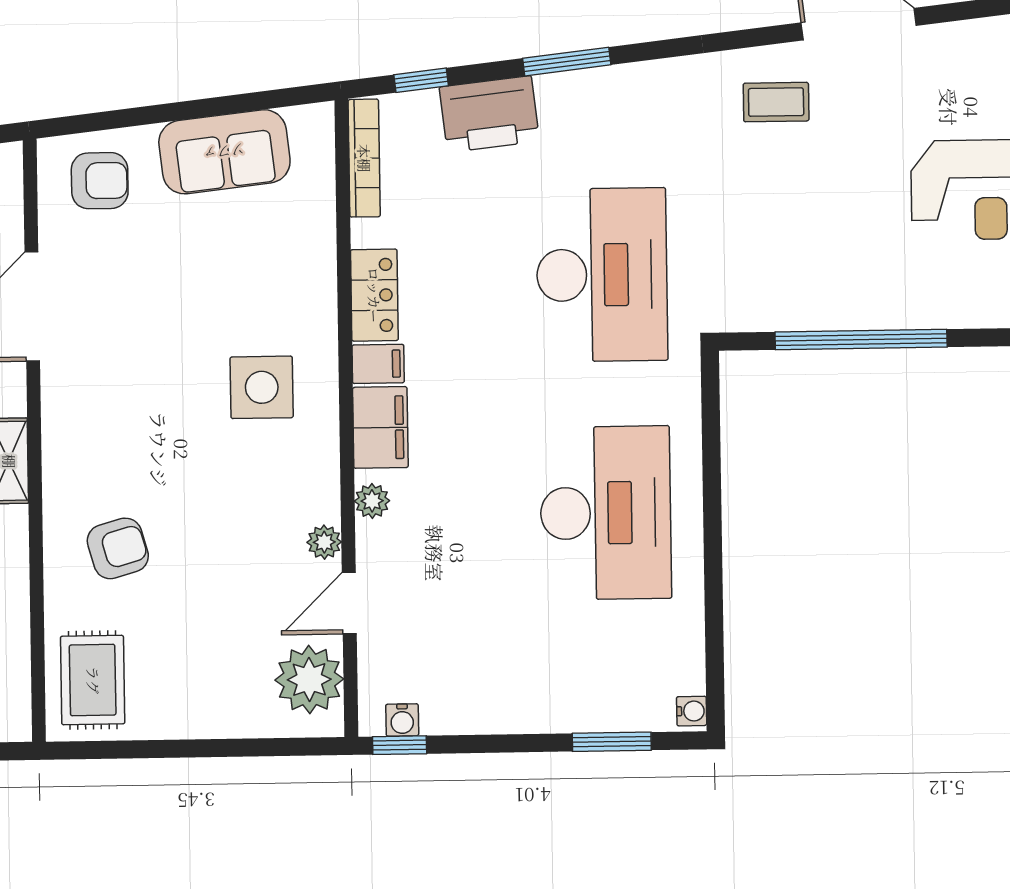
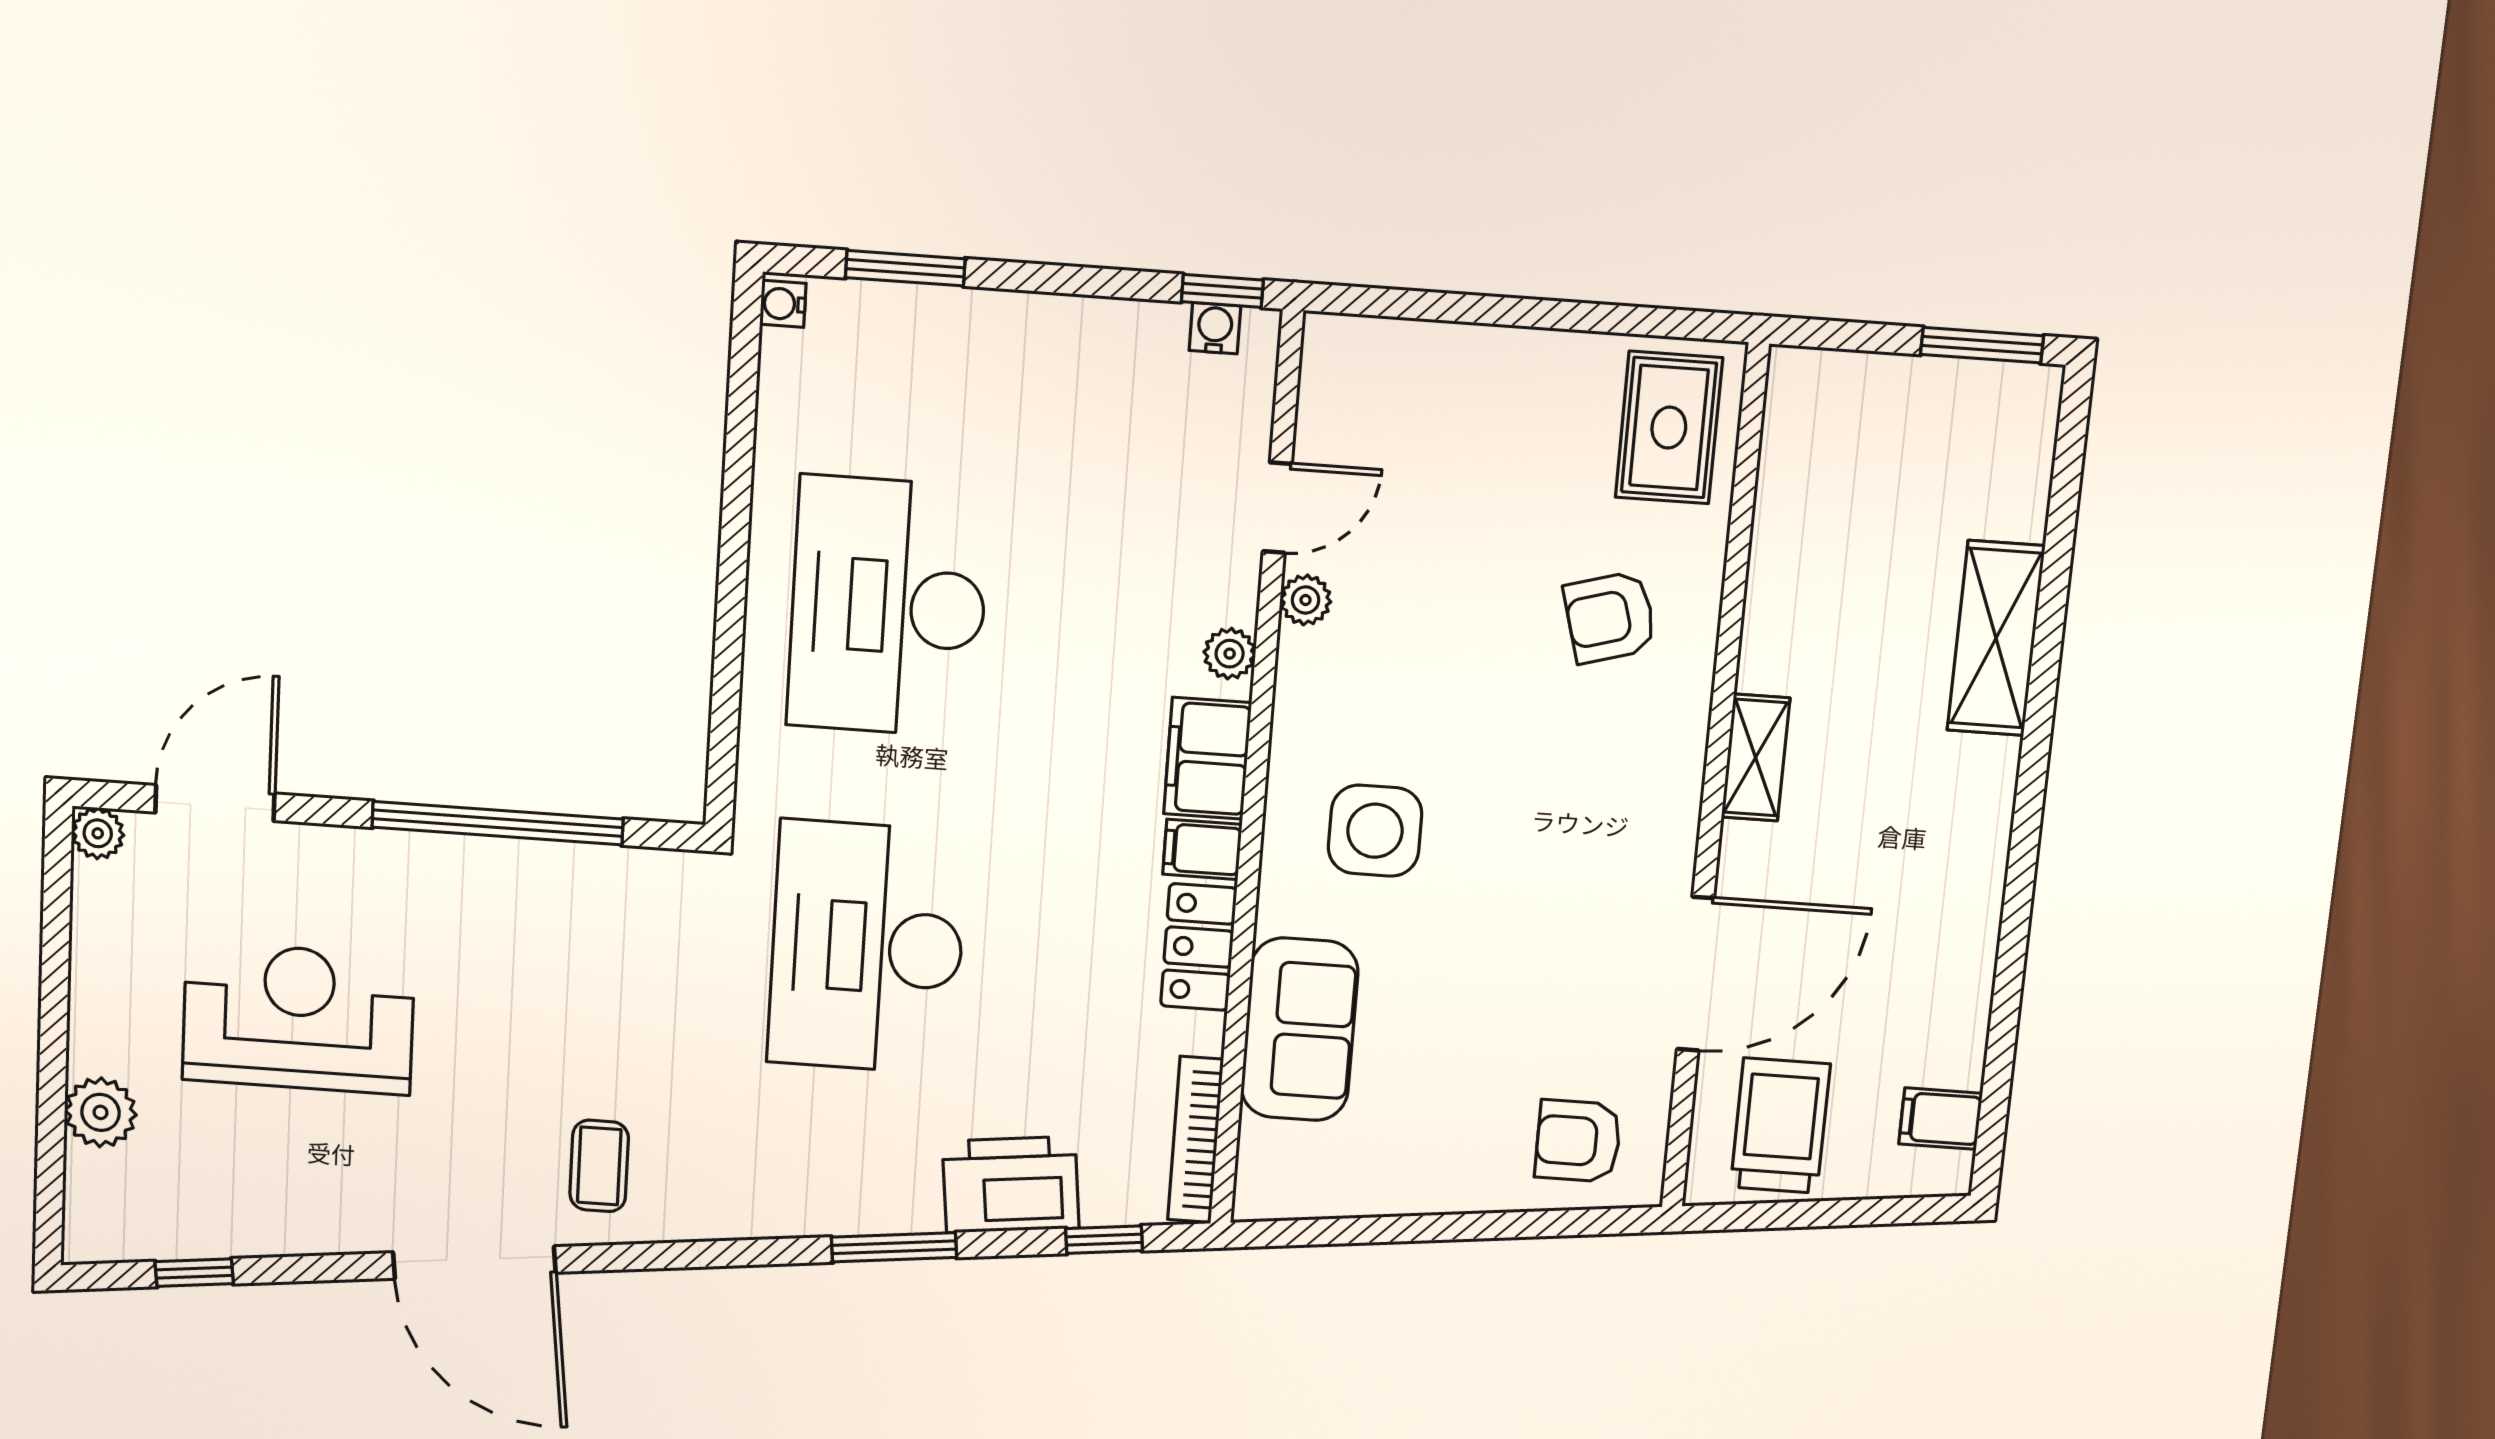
coffee table: (776, 102) -> (599, 1166), turned 90
sofa: (224, 152) -> (1299, 1029), moved, turned 96
plant: (309, 680) -> (1347, 400), removed

